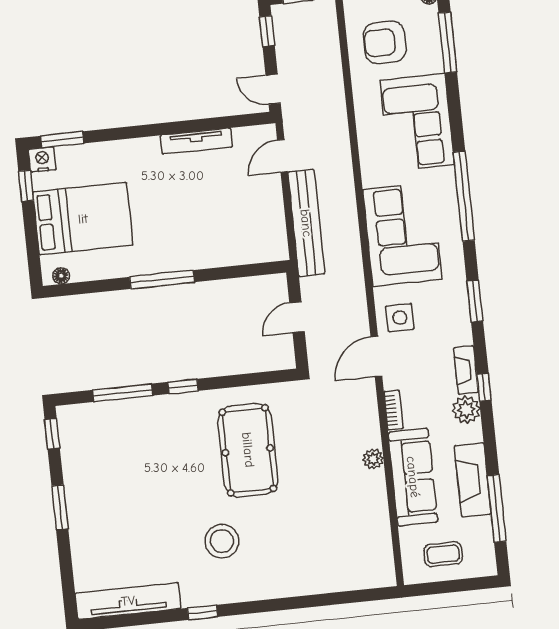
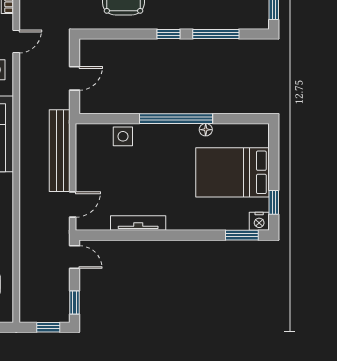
side table: (227, 250) -> (123, 136), added
floor lamp: (61, 276) -> (206, 130), moved
window: (162, 279) -> (176, 119), width x1.46
door: (376, 356) -> (16, 42), width x0.73

